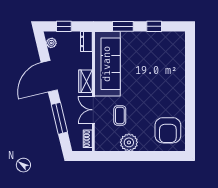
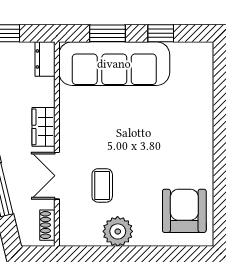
sofa: (107, 64) -> (114, 64), moved, turned 90
armchair: (168, 130) -> (184, 211), turned 180

